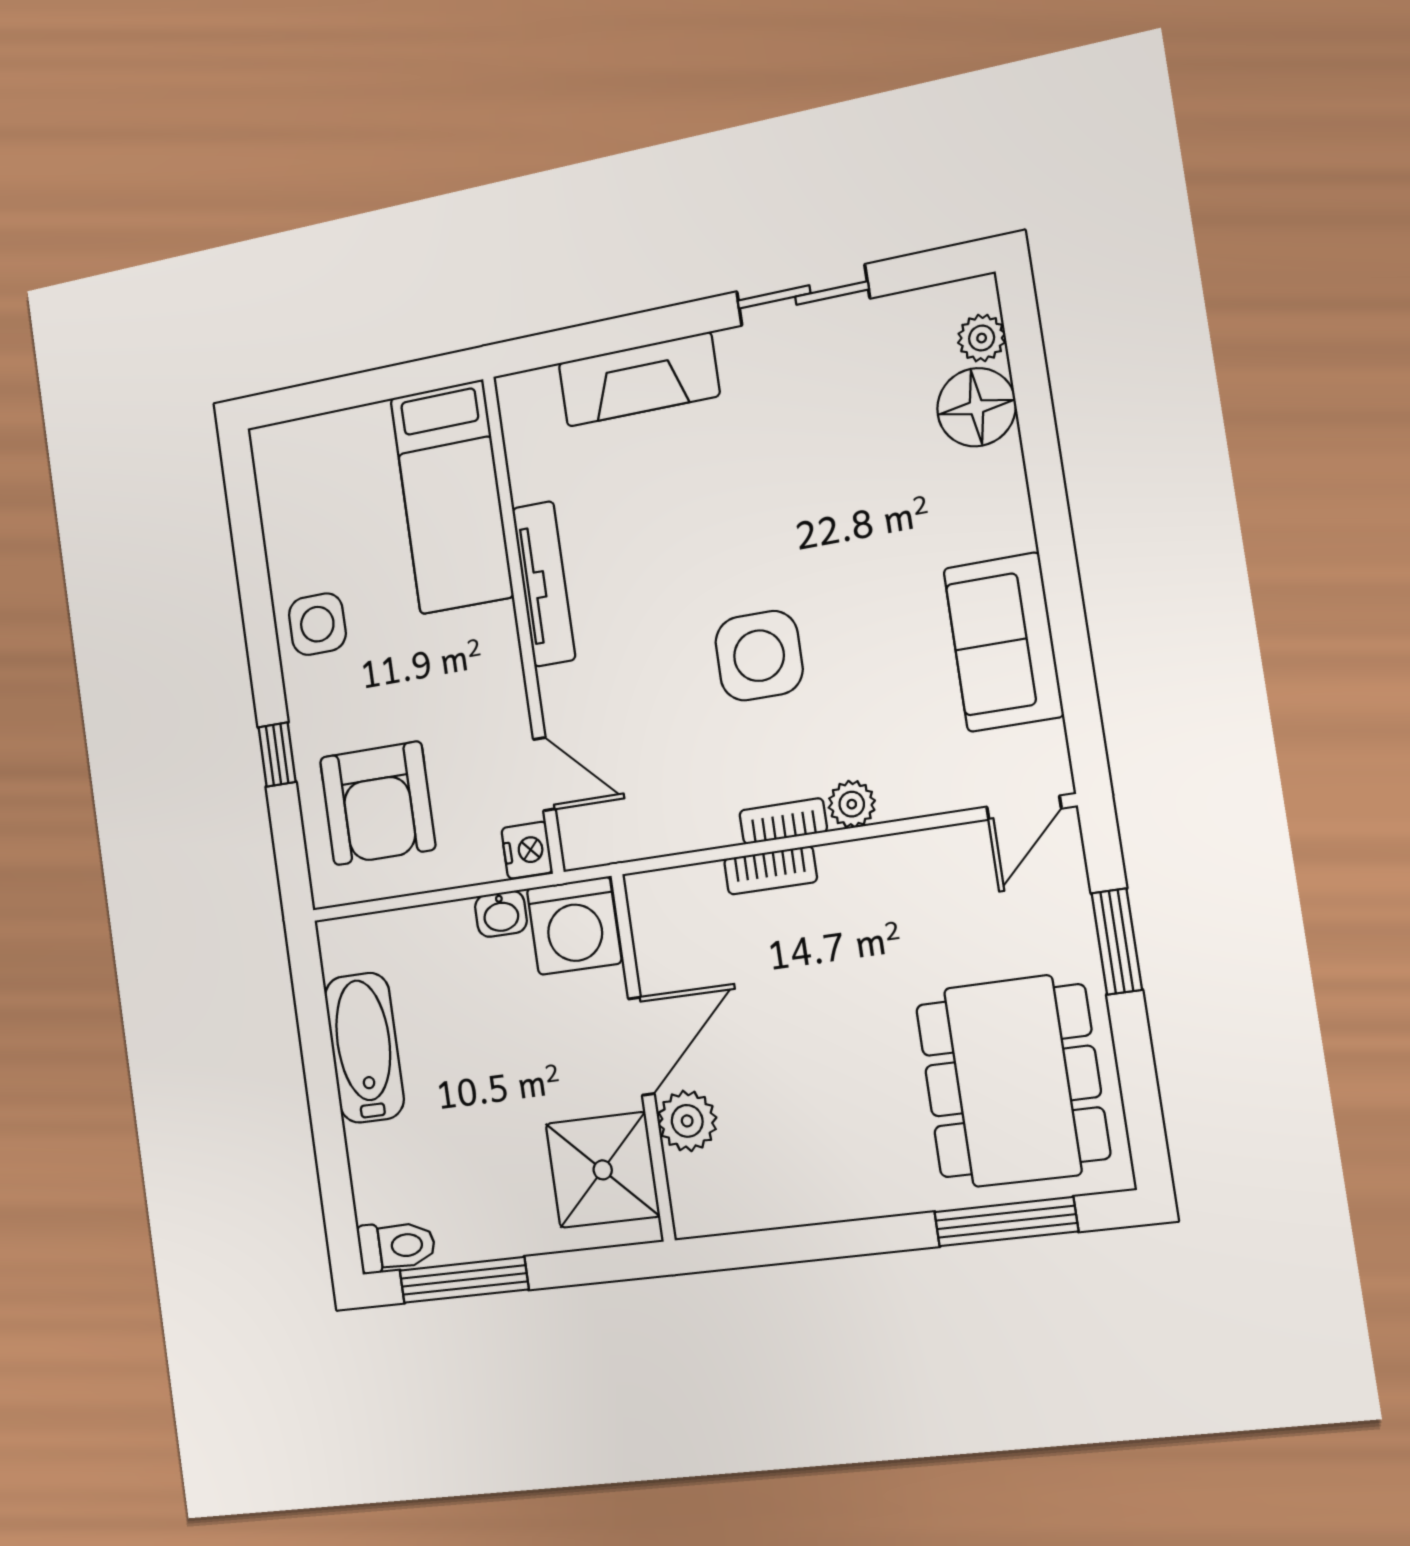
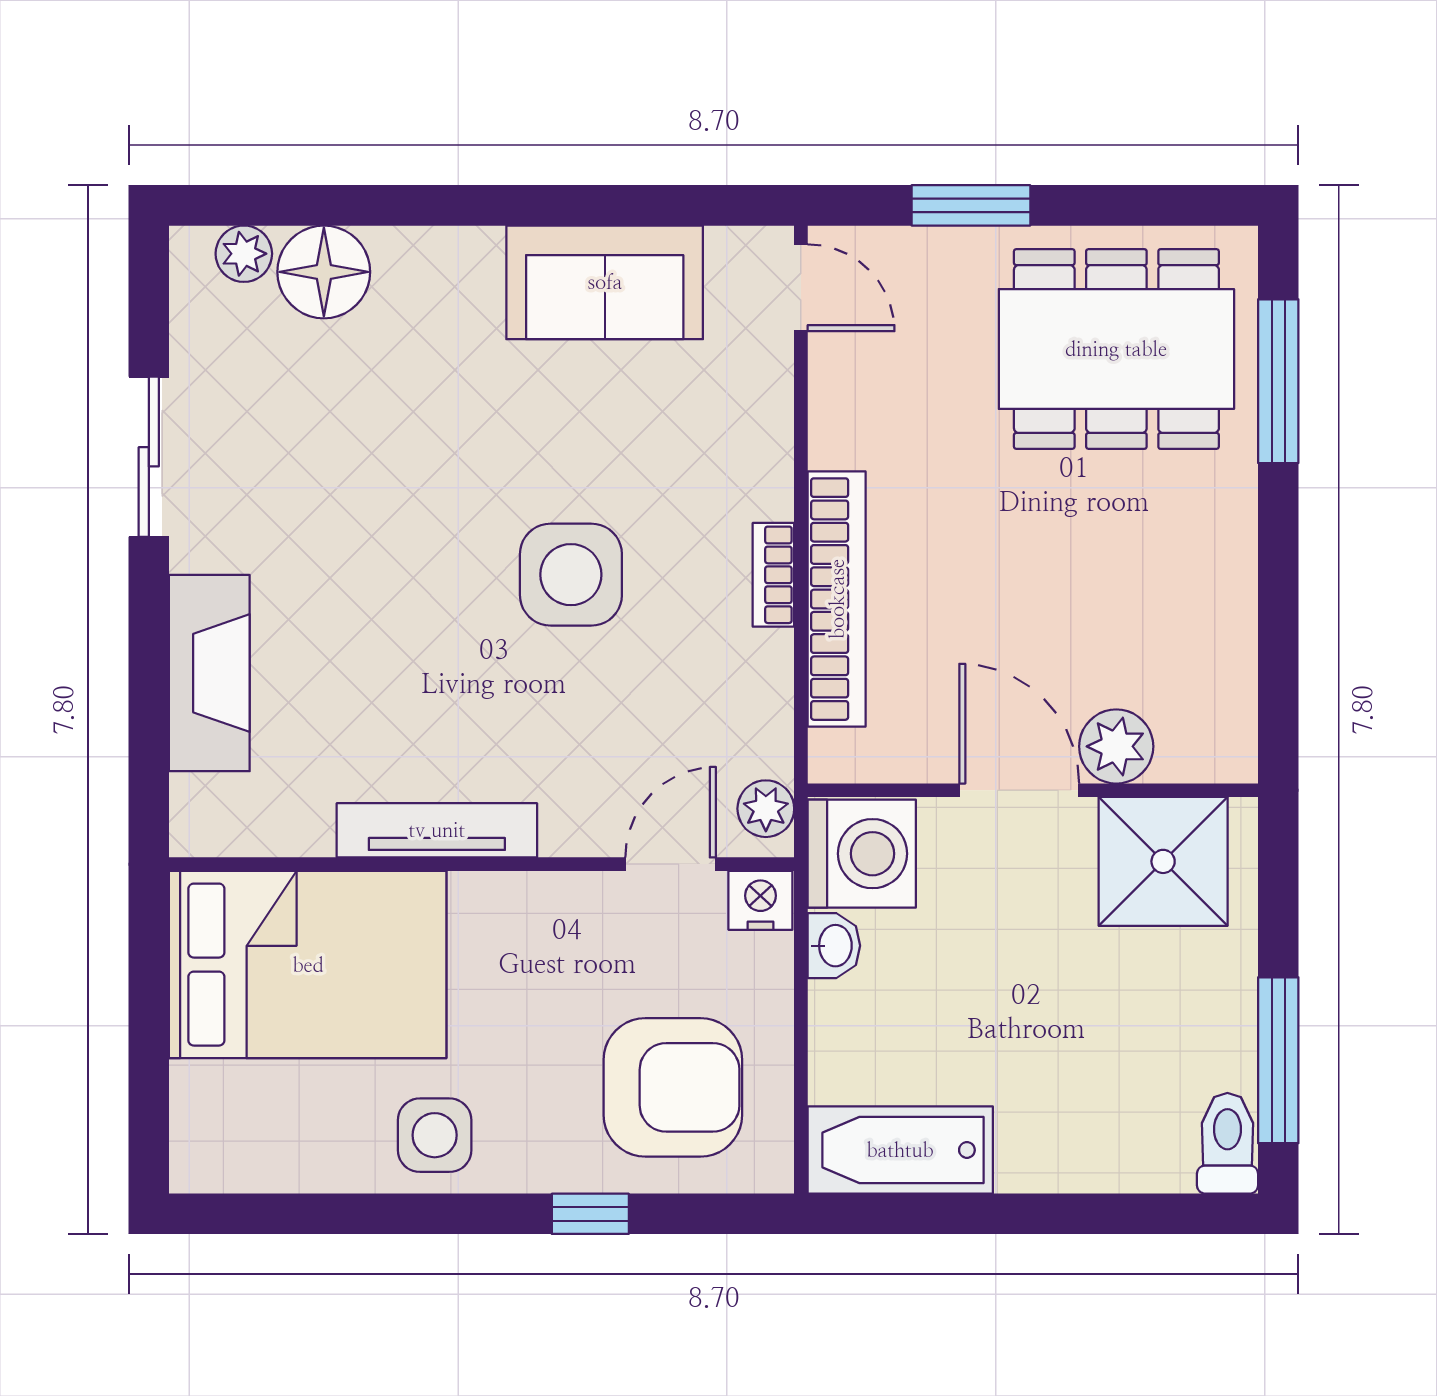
bed: (452, 497) -> (308, 965), width x1.50
plant: (852, 804) -> (766, 809), moved
bookcase: (771, 870) -> (837, 599), width x2.31, depth x1.31
bathtub: (364, 1048) -> (900, 1150), moved

